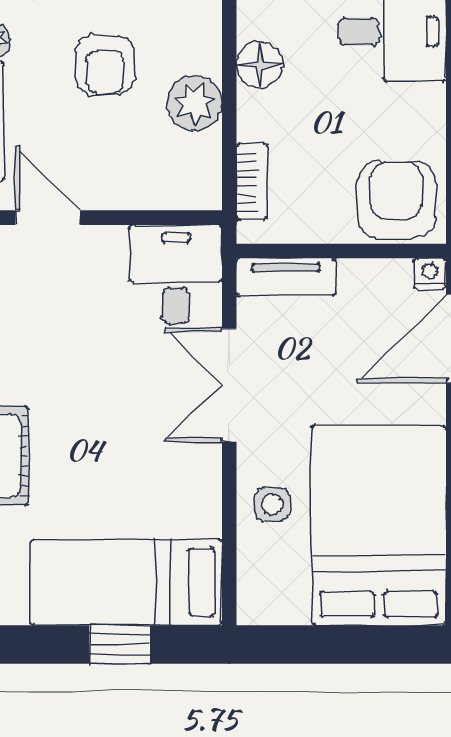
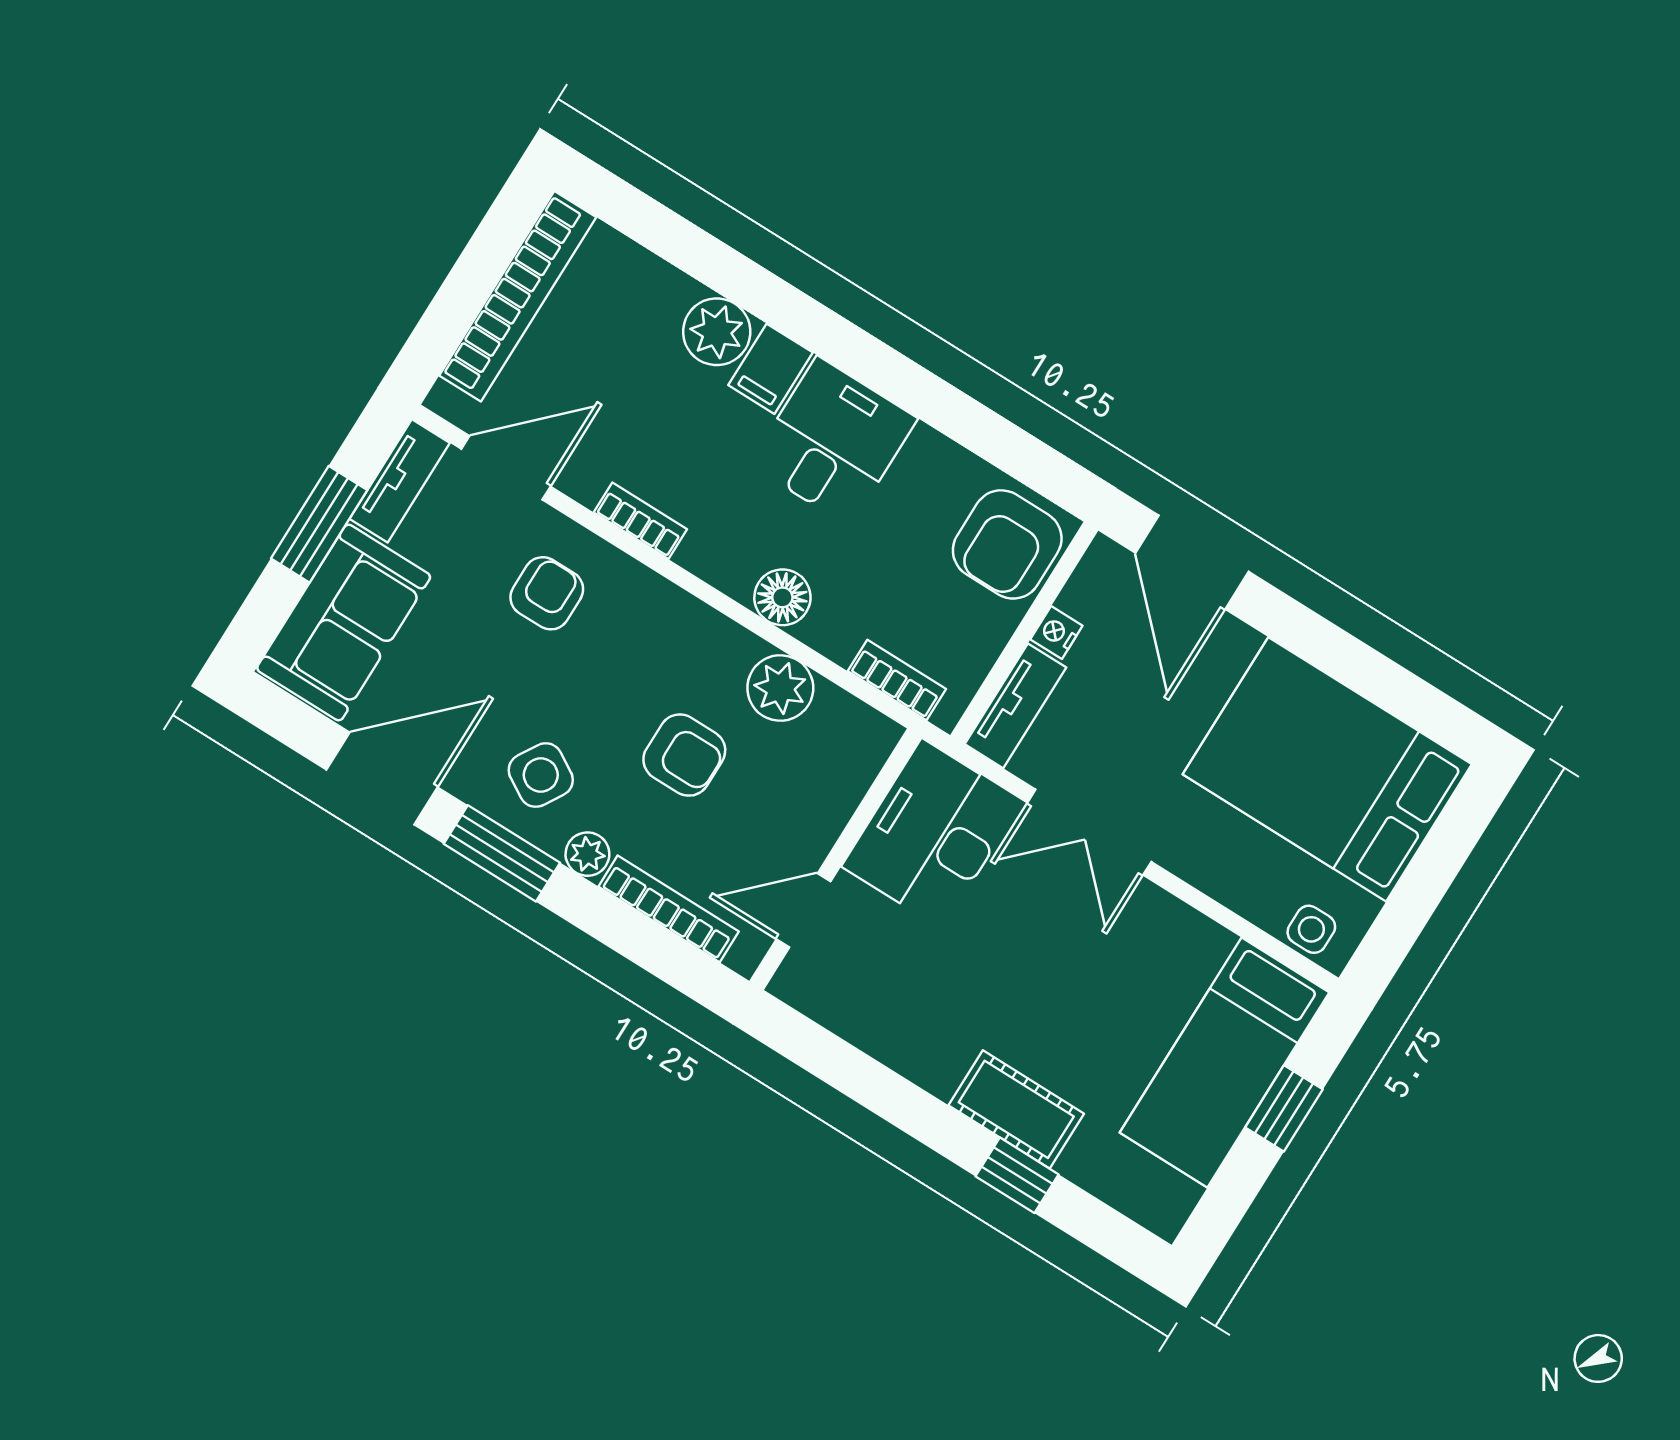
armchair: (396, 200) -> (1007, 544), turned -90
nightstand: (430, 274) -> (1056, 633), moved
desk: (176, 275) -> (932, 834), width x1.37
side table: (272, 504) -> (1311, 929), moved

